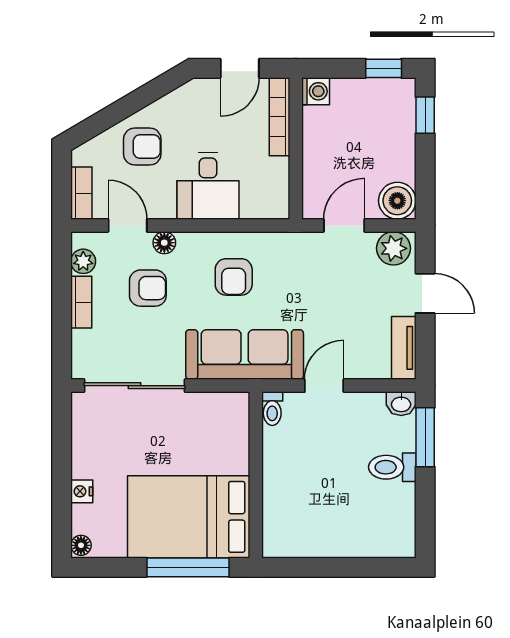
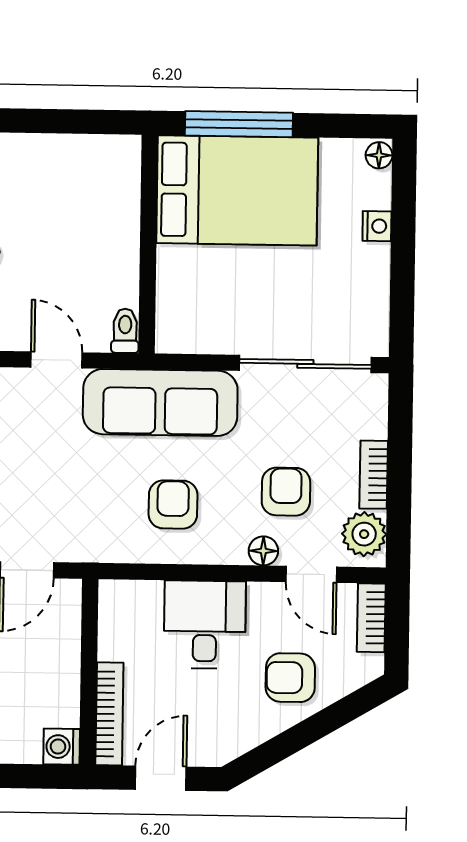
plant: (83, 261) -> (364, 534), width x1.38, depth x1.38
armchair: (148, 288) -> (286, 492), turned 90
door: (324, 386) -> (57, 360), swing flipped

